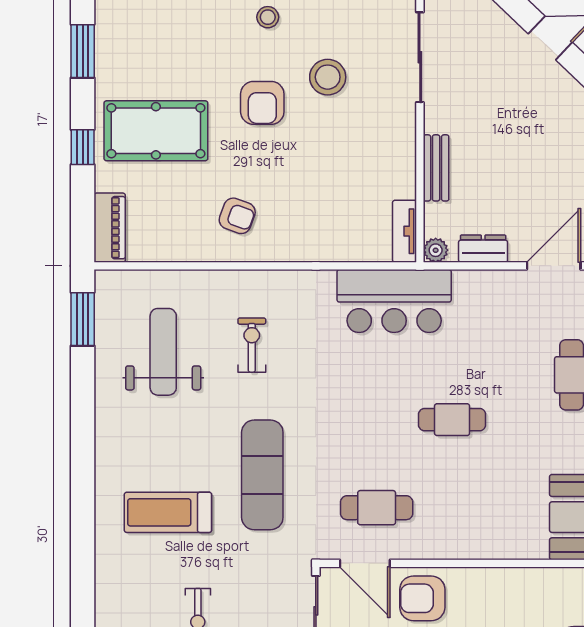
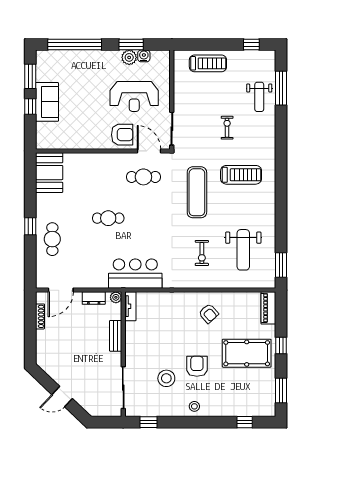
armchair: (237, 216) -> (209, 313), turned -152

